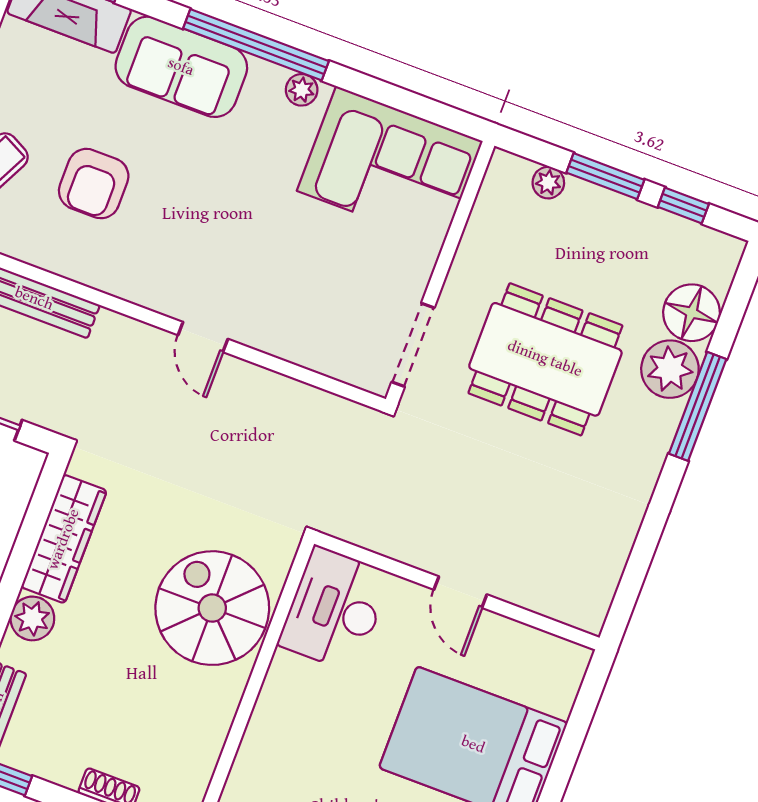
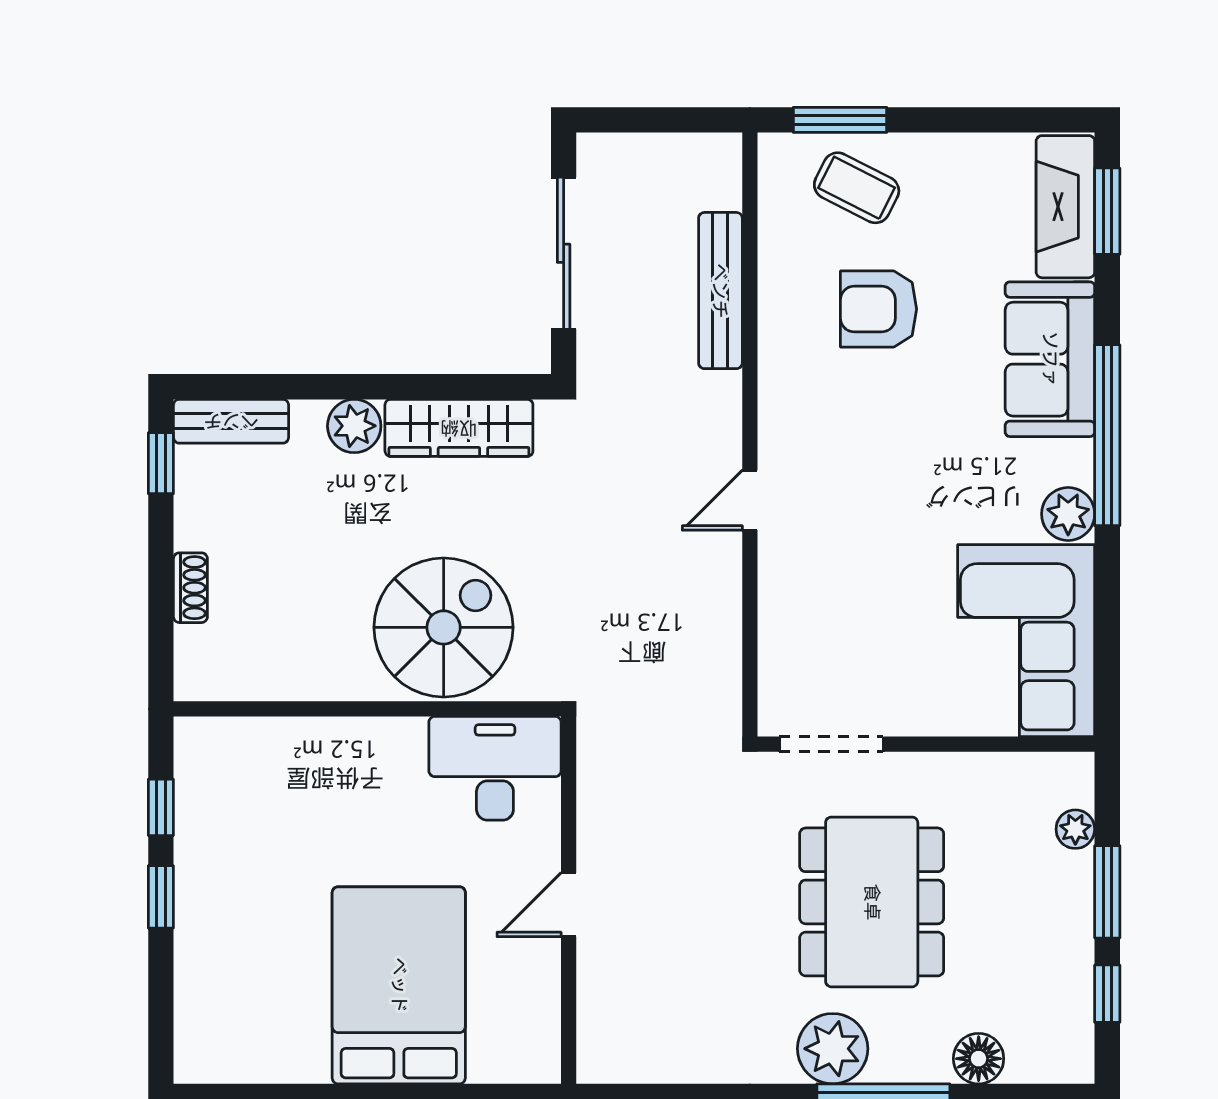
plant: (302, 90) -> (1068, 514), width x1.38, depth x1.38
floor lamp: (692, 313) -> (979, 1059), width x0.73, depth x0.73
plant: (670, 369) -> (833, 1049), moved

